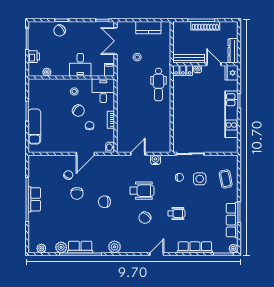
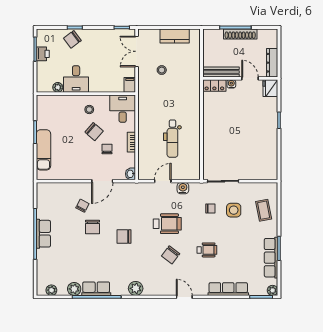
printer: (34, 57) -> (43, 54), moved
desk: (80, 65) -> (76, 79), moved
dental chair: (159, 84) -> (172, 139), moved
kitchen unit: (231, 114) -> (270, 136), removed
door: (157, 254) -> (184, 297), hinge flipped

